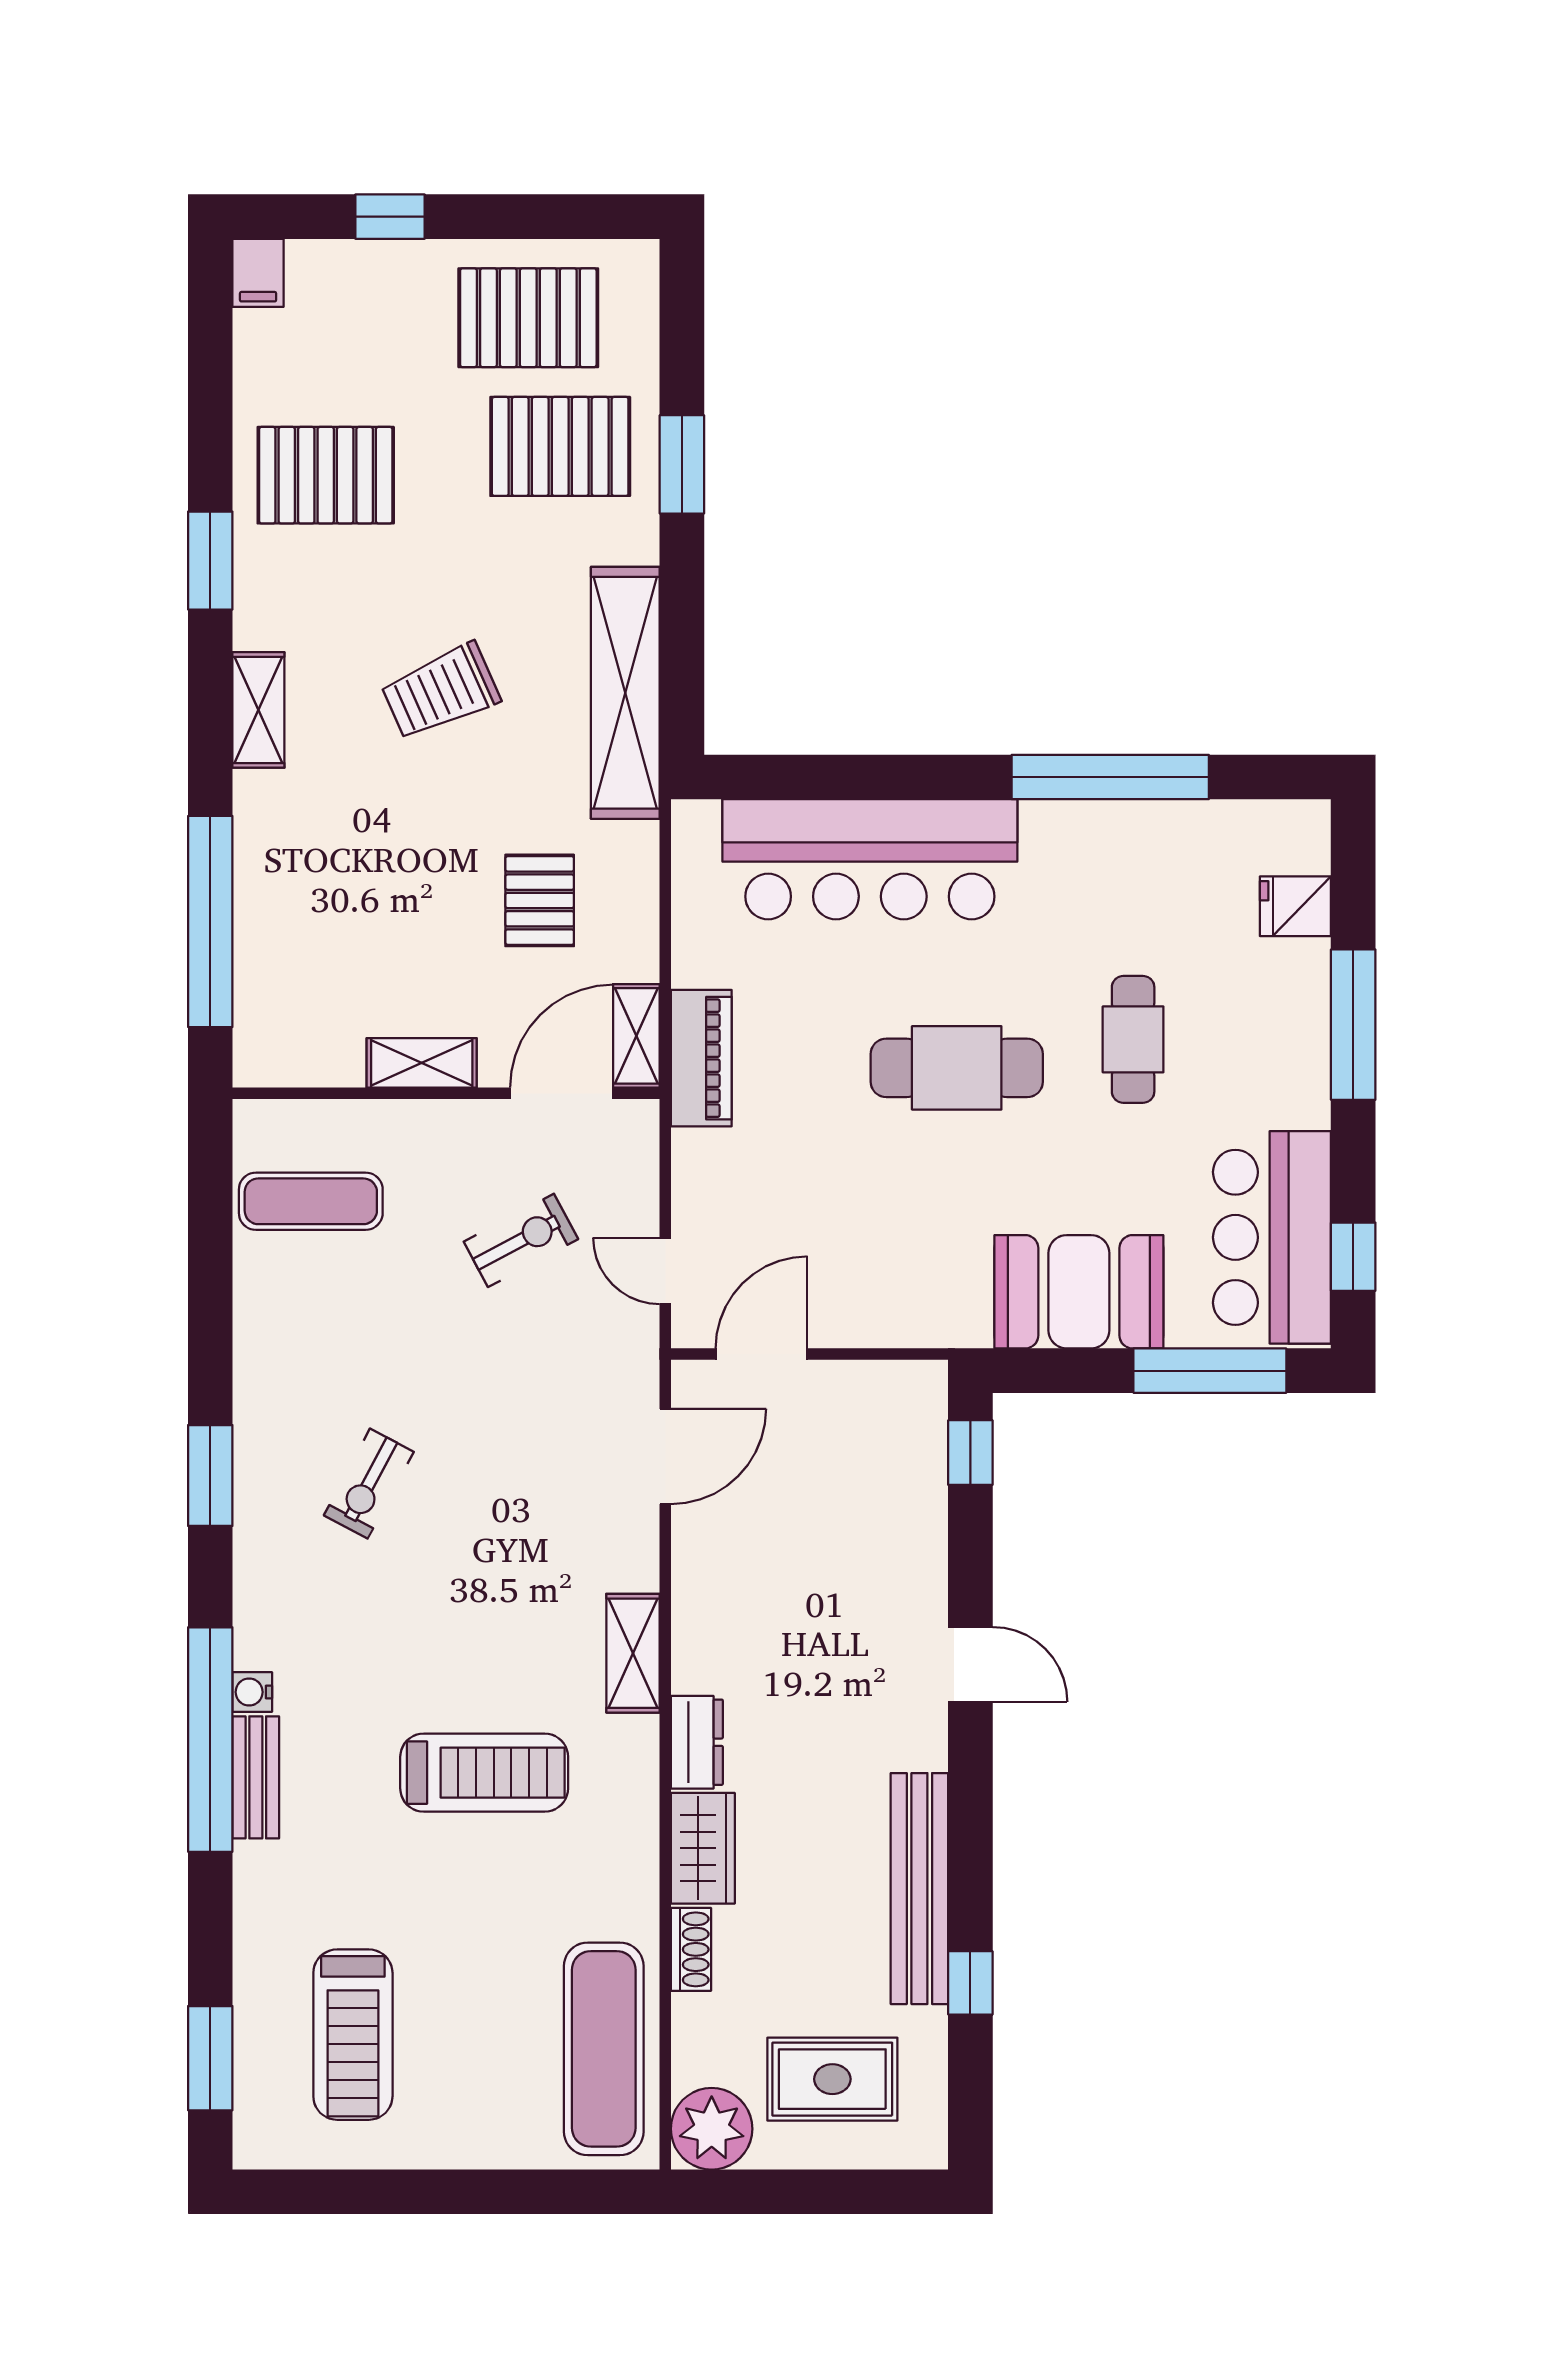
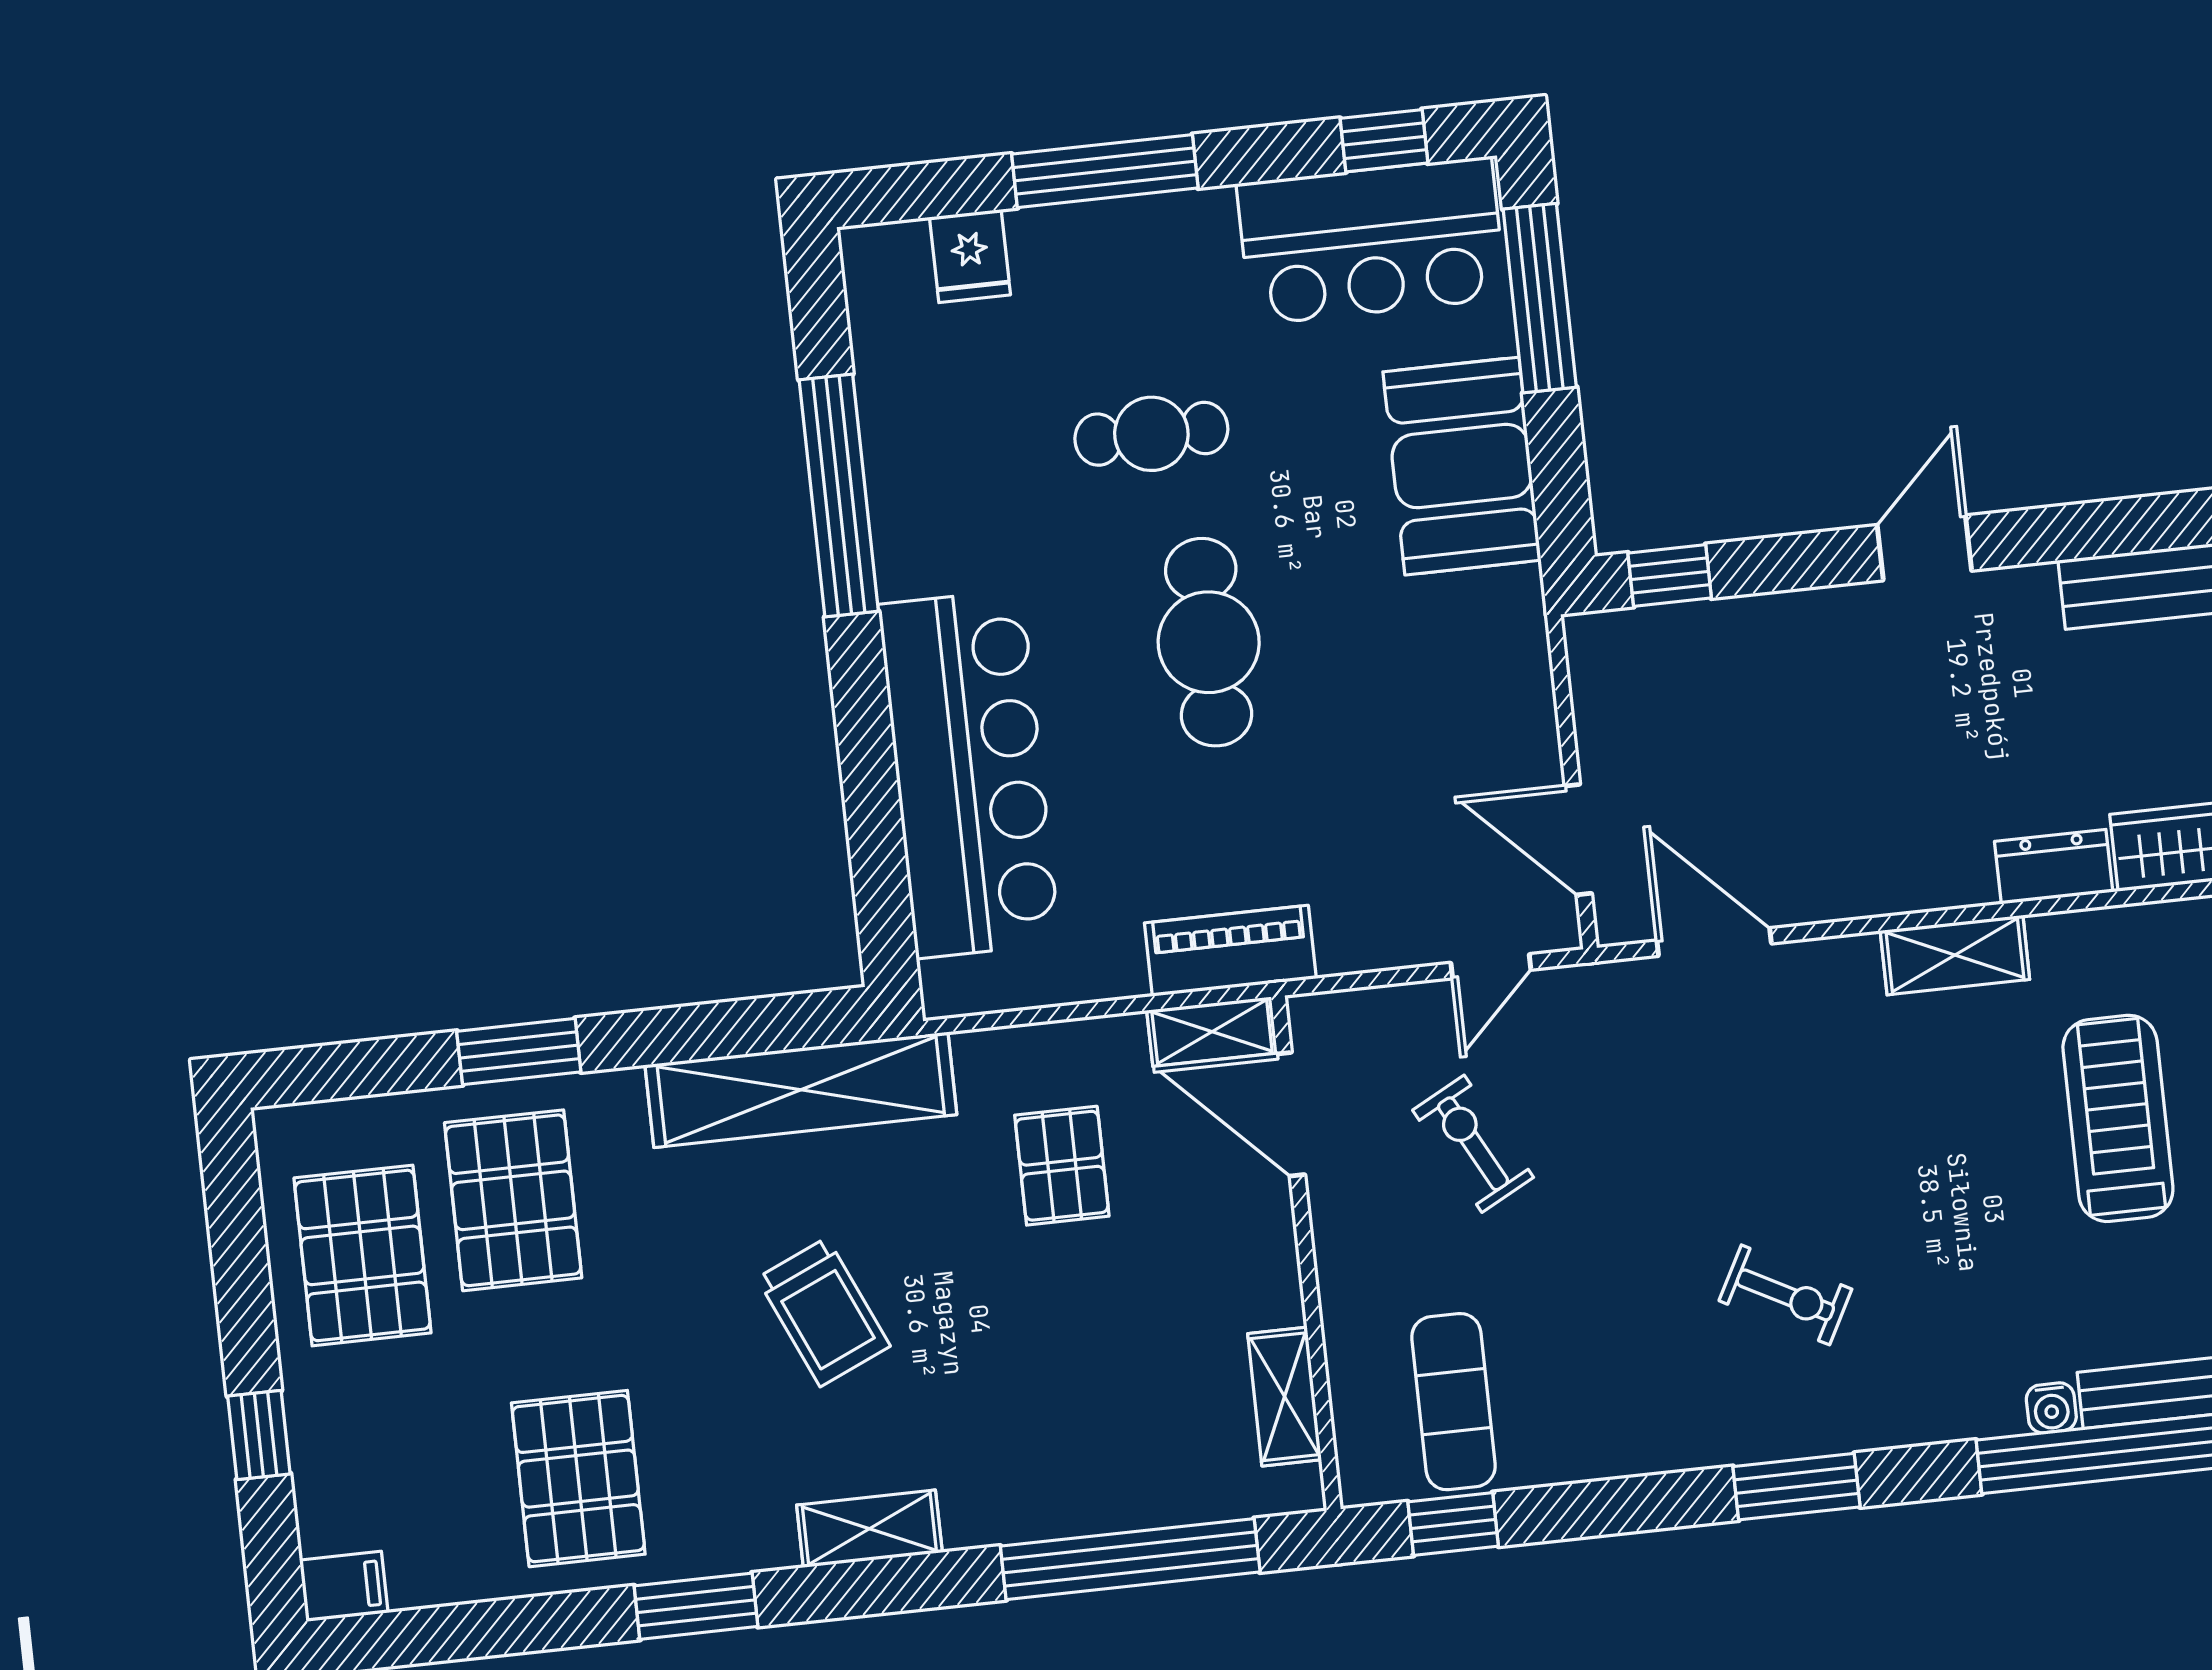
pallet: (540, 900) -> (1062, 1166), turned 90
shelving: (422, 1063) -> (1285, 1397), moved
window: (210, 1190) -> (1453, 1524), added

